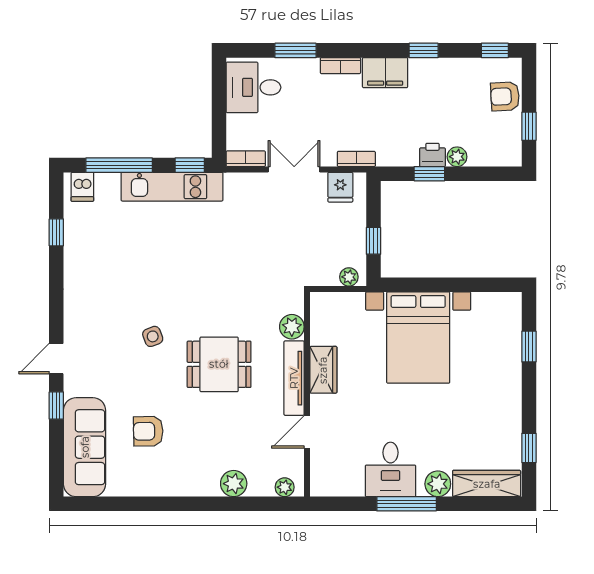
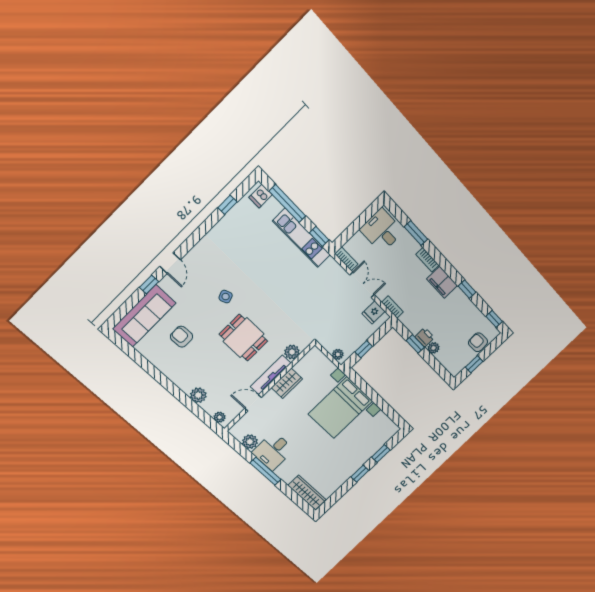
door: (56, 359) -> (170, 263), swing flipped
window: (529, 448) -> (360, 474), moved
plant: (438, 484) -> (250, 442), moved

